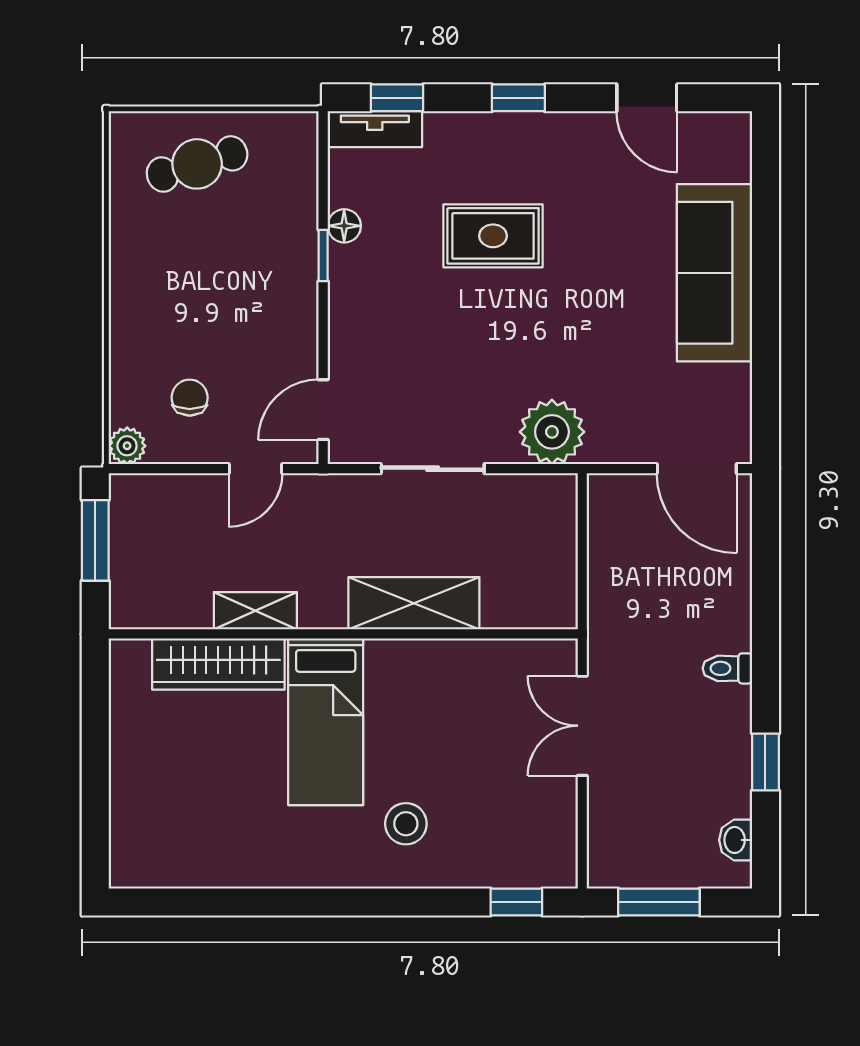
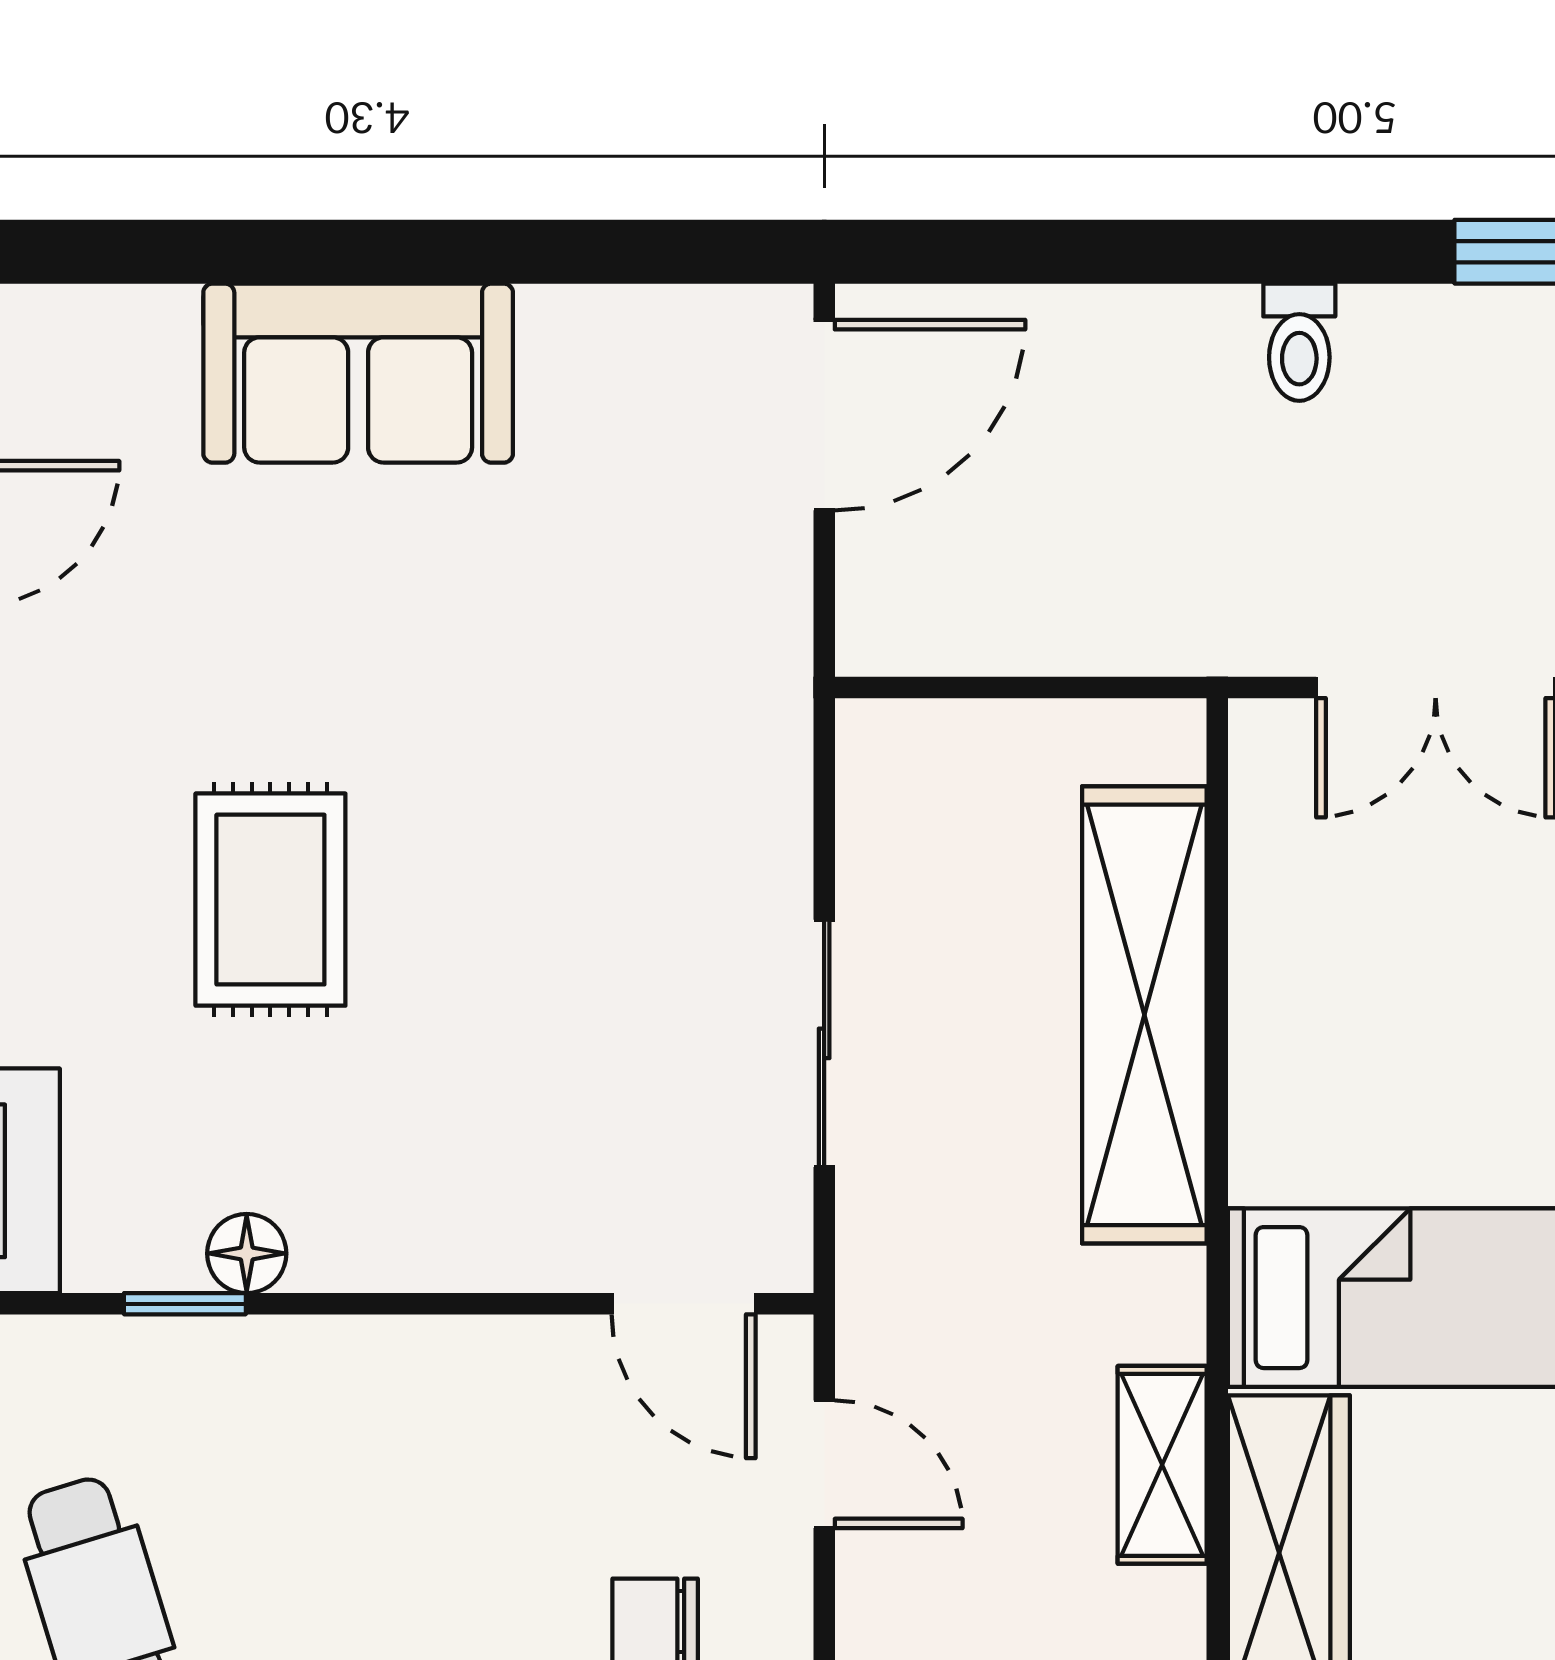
window: (323, 256) -> (185, 1304), moved
sofa: (714, 273) -> (358, 373), width x0.73
plant: (552, 432) -> (737, 759), removed
shelving: (414, 603) -> (1144, 1015), width x1.47

